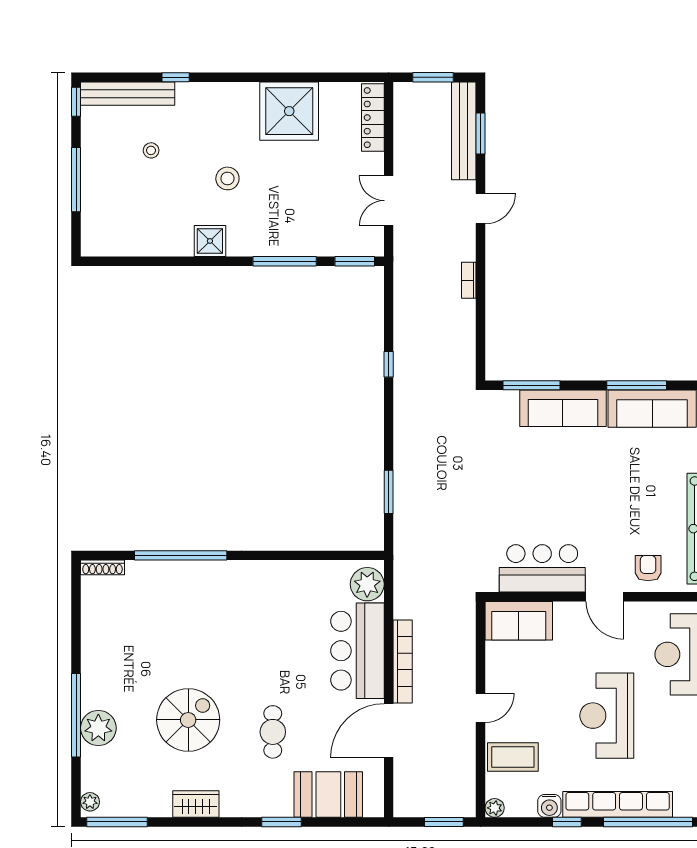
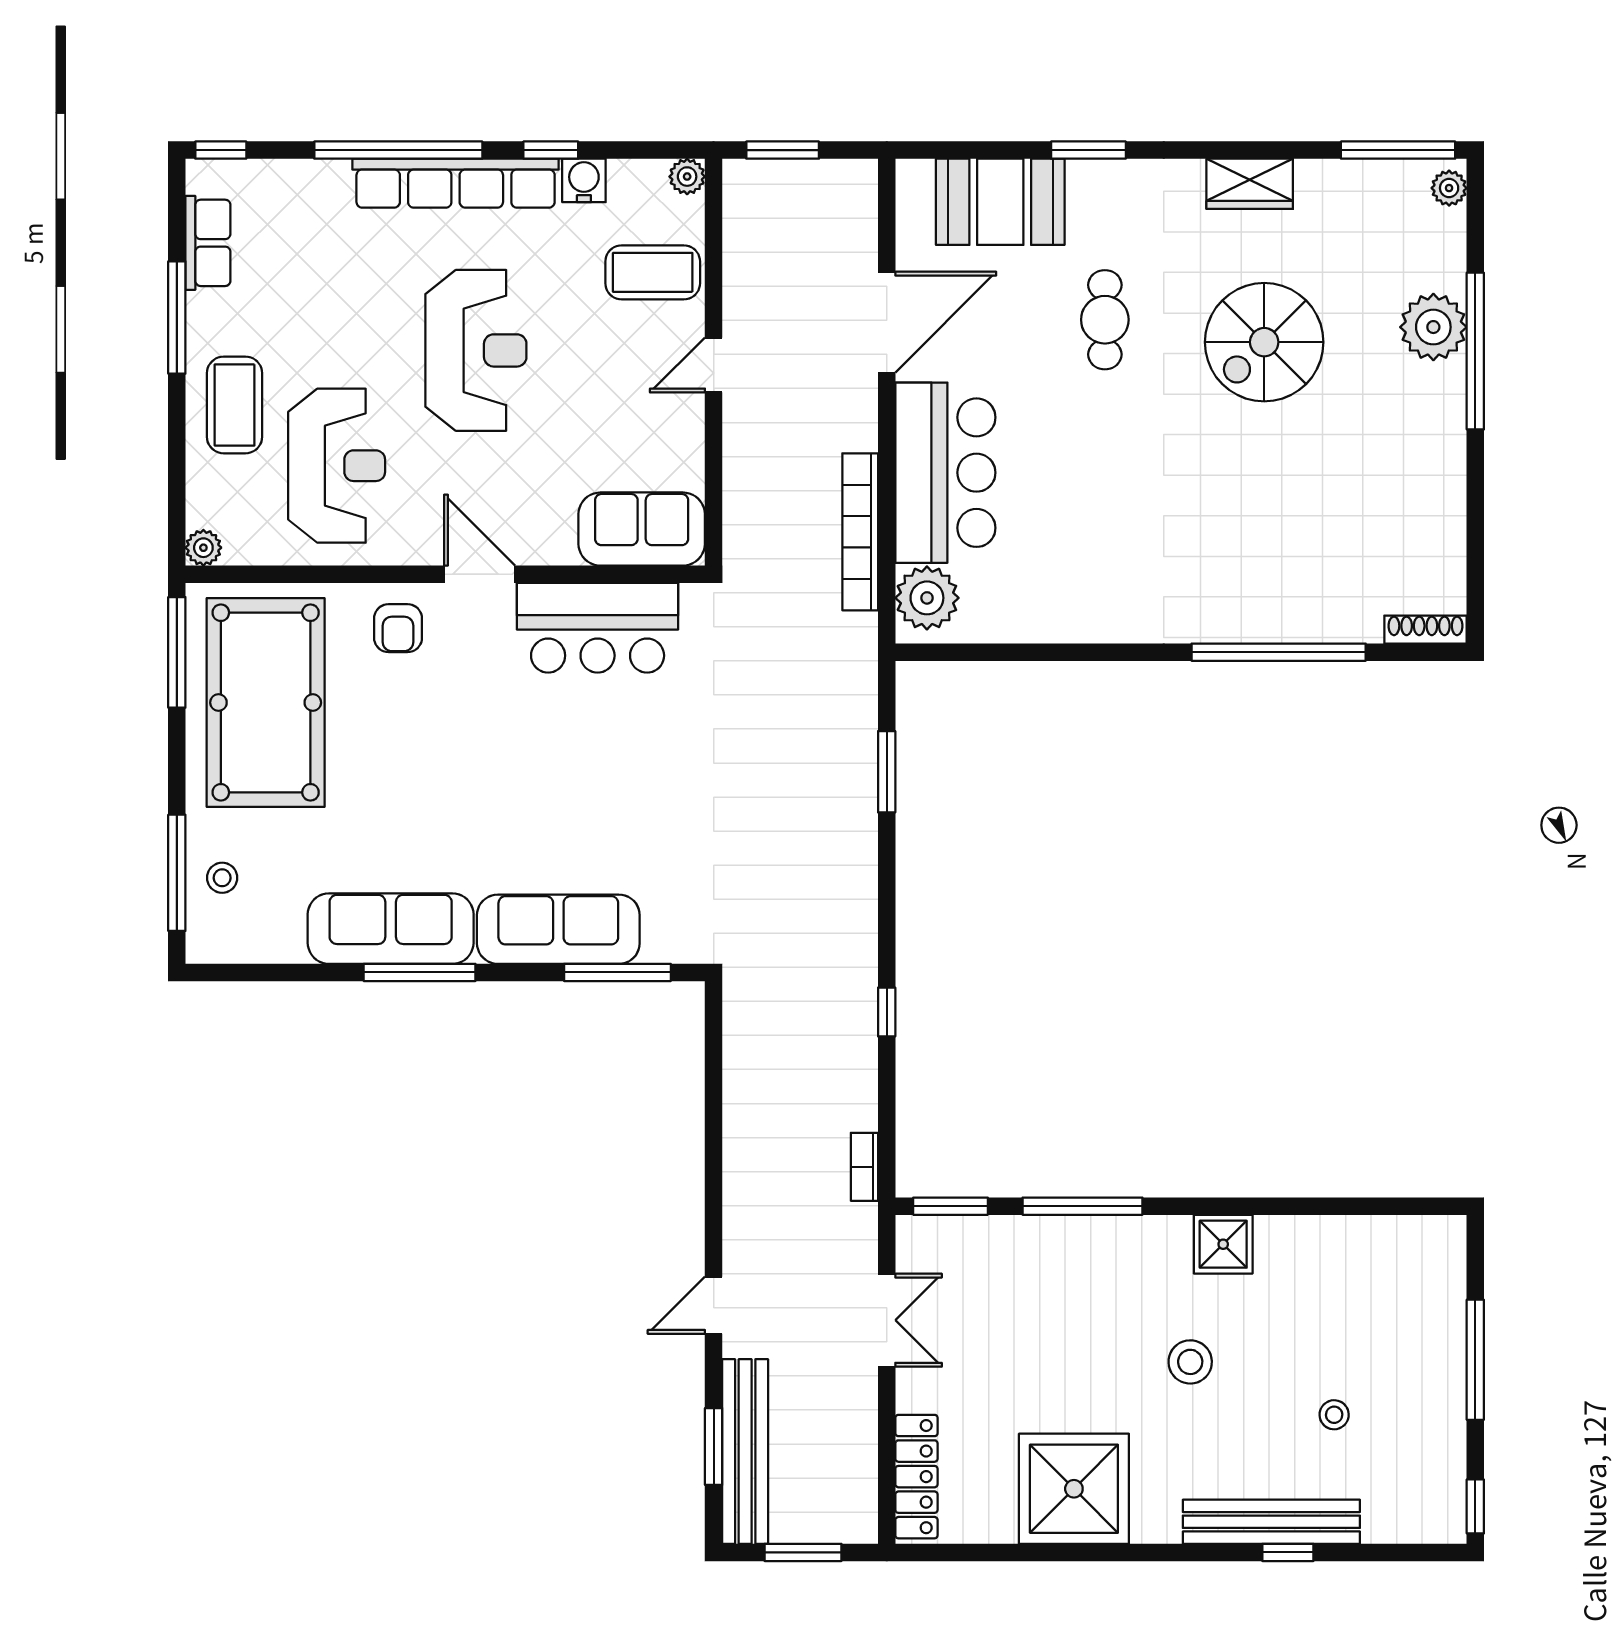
bench: (128, 94) -> (1271, 1522), moved
bookcase: (469, 280) -> (864, 1167), moved, turned 180
bookcase: (403, 662) -> (860, 532), moved

